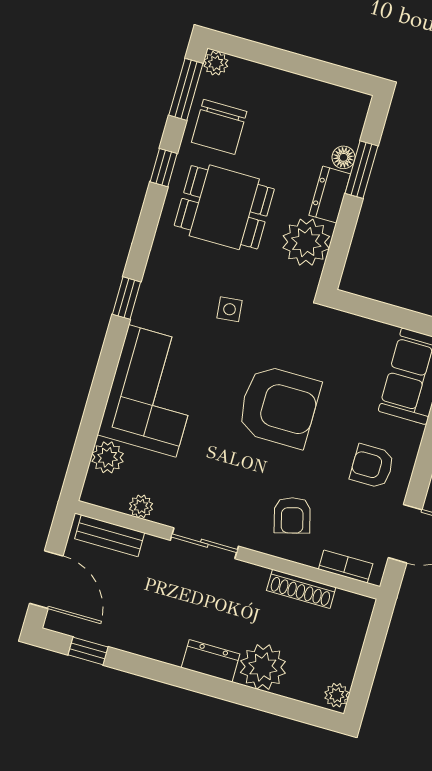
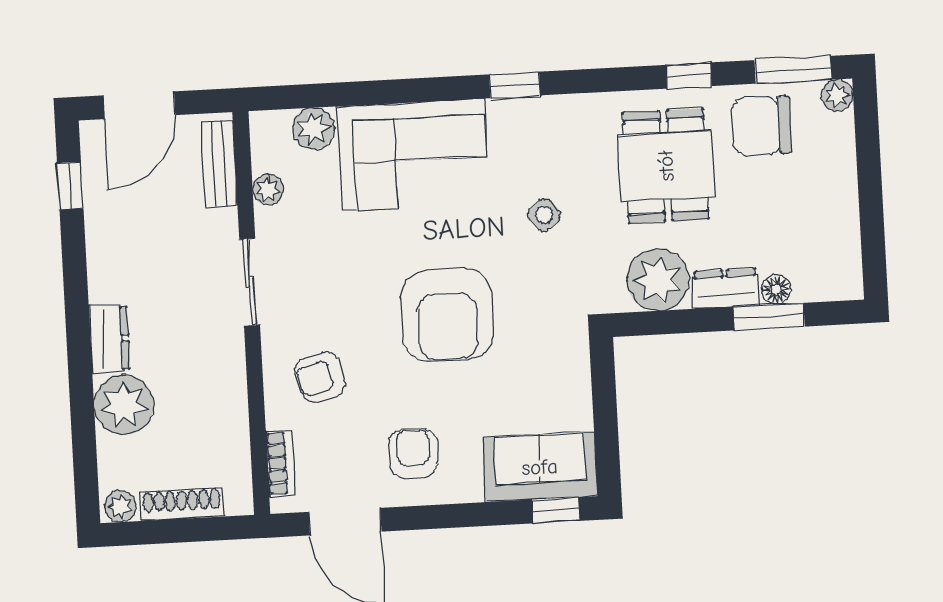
side table: (230, 309) -> (544, 215), turned -35
shoe rack: (301, 589) -> (182, 504), moved, turned 90

